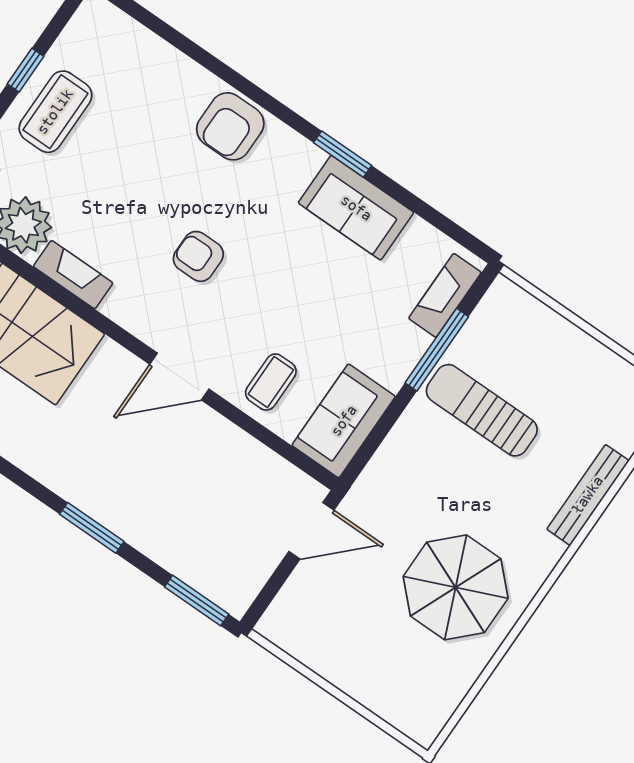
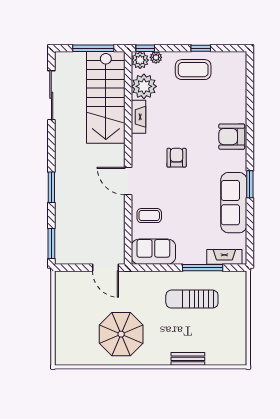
sofa: (356, 208) -> (234, 203), width x1.36
sun lounger: (482, 410) -> (192, 299), turned -90
bench: (588, 495) -> (188, 359), width x0.73

